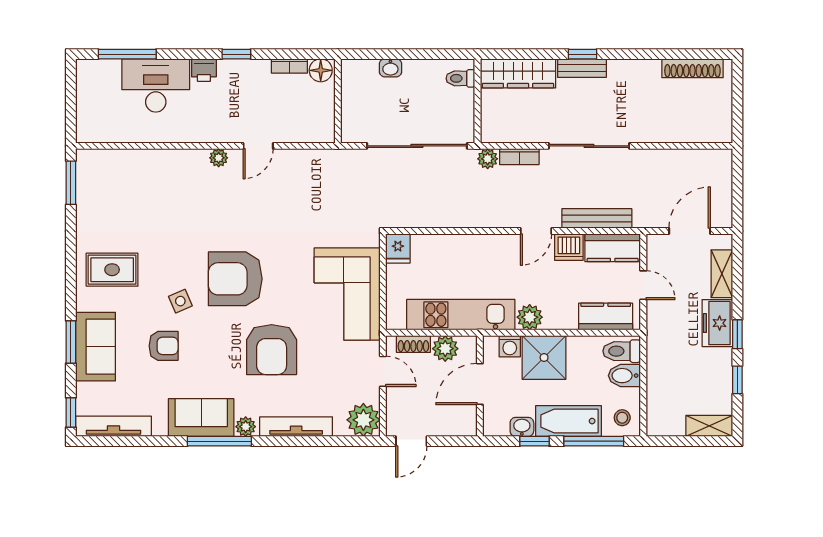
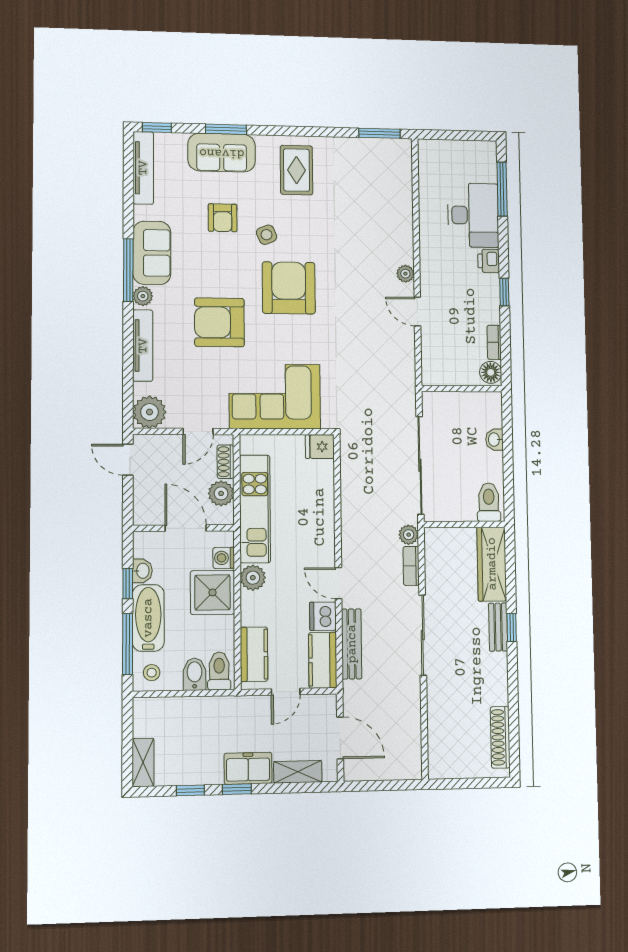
toilet: (460, 78) -> (489, 502), width x1.37, depth x1.39

